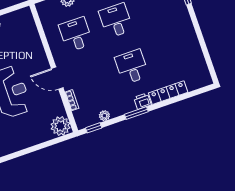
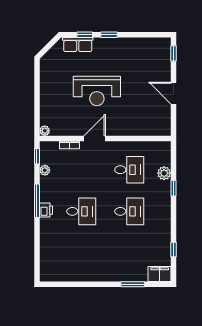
locker: (168, 93) -> (46, 237), removed
window: (136, 113) -> (37, 201), width x1.44
plant: (60, 126) -> (45, 131), width x0.53, depth x0.53

